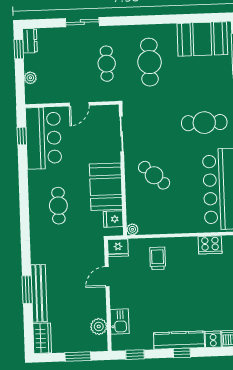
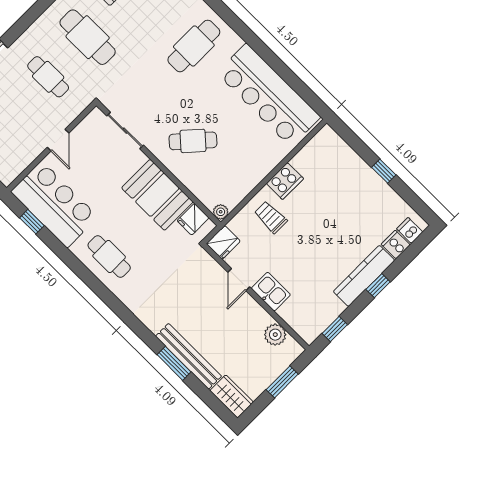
cafe table: (58, 206) -> (109, 256), moved
cooker: (210, 245) -> (285, 181), moved
kitchen sink: (120, 322) -> (271, 292), moved

